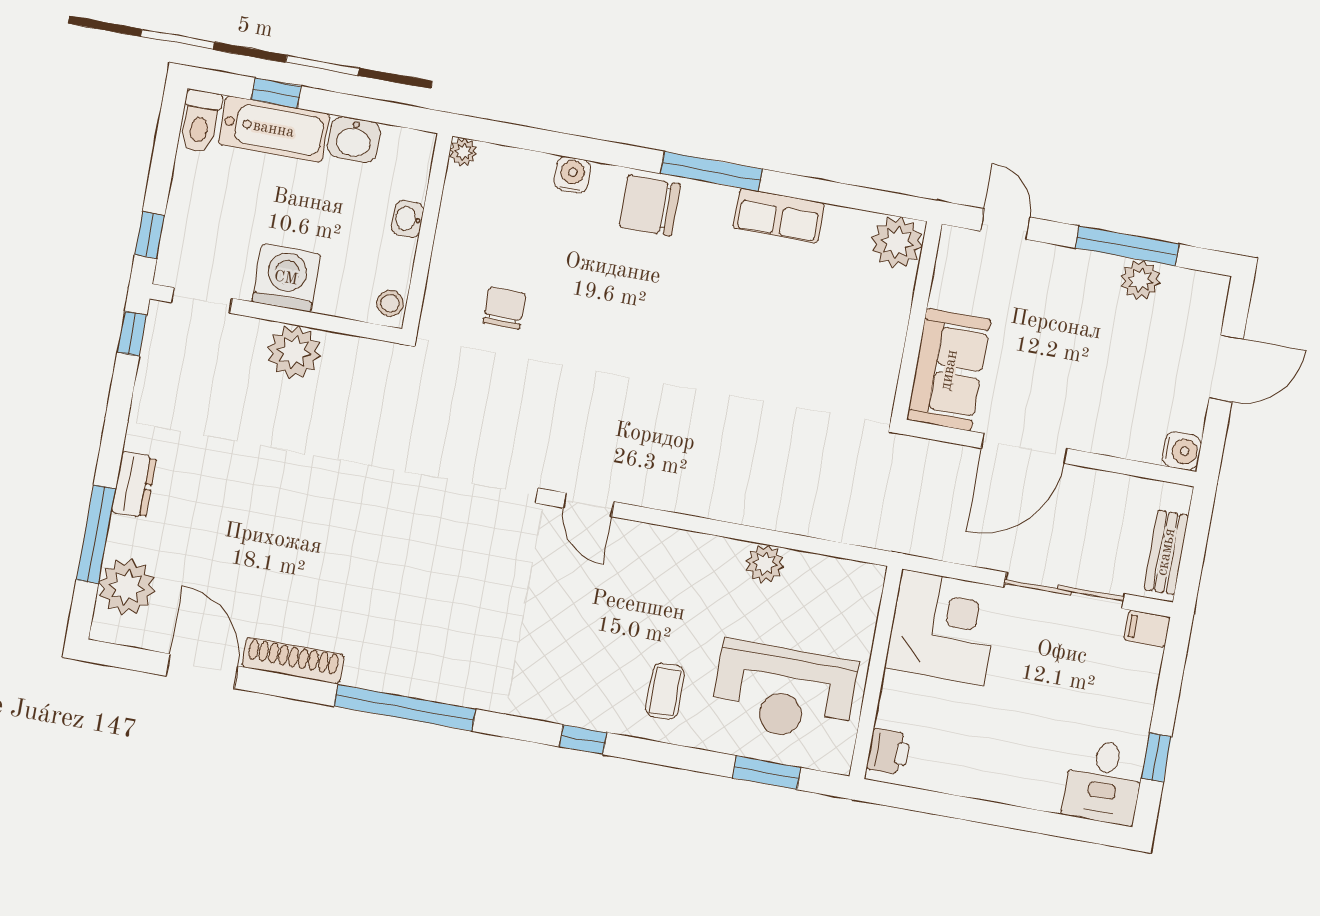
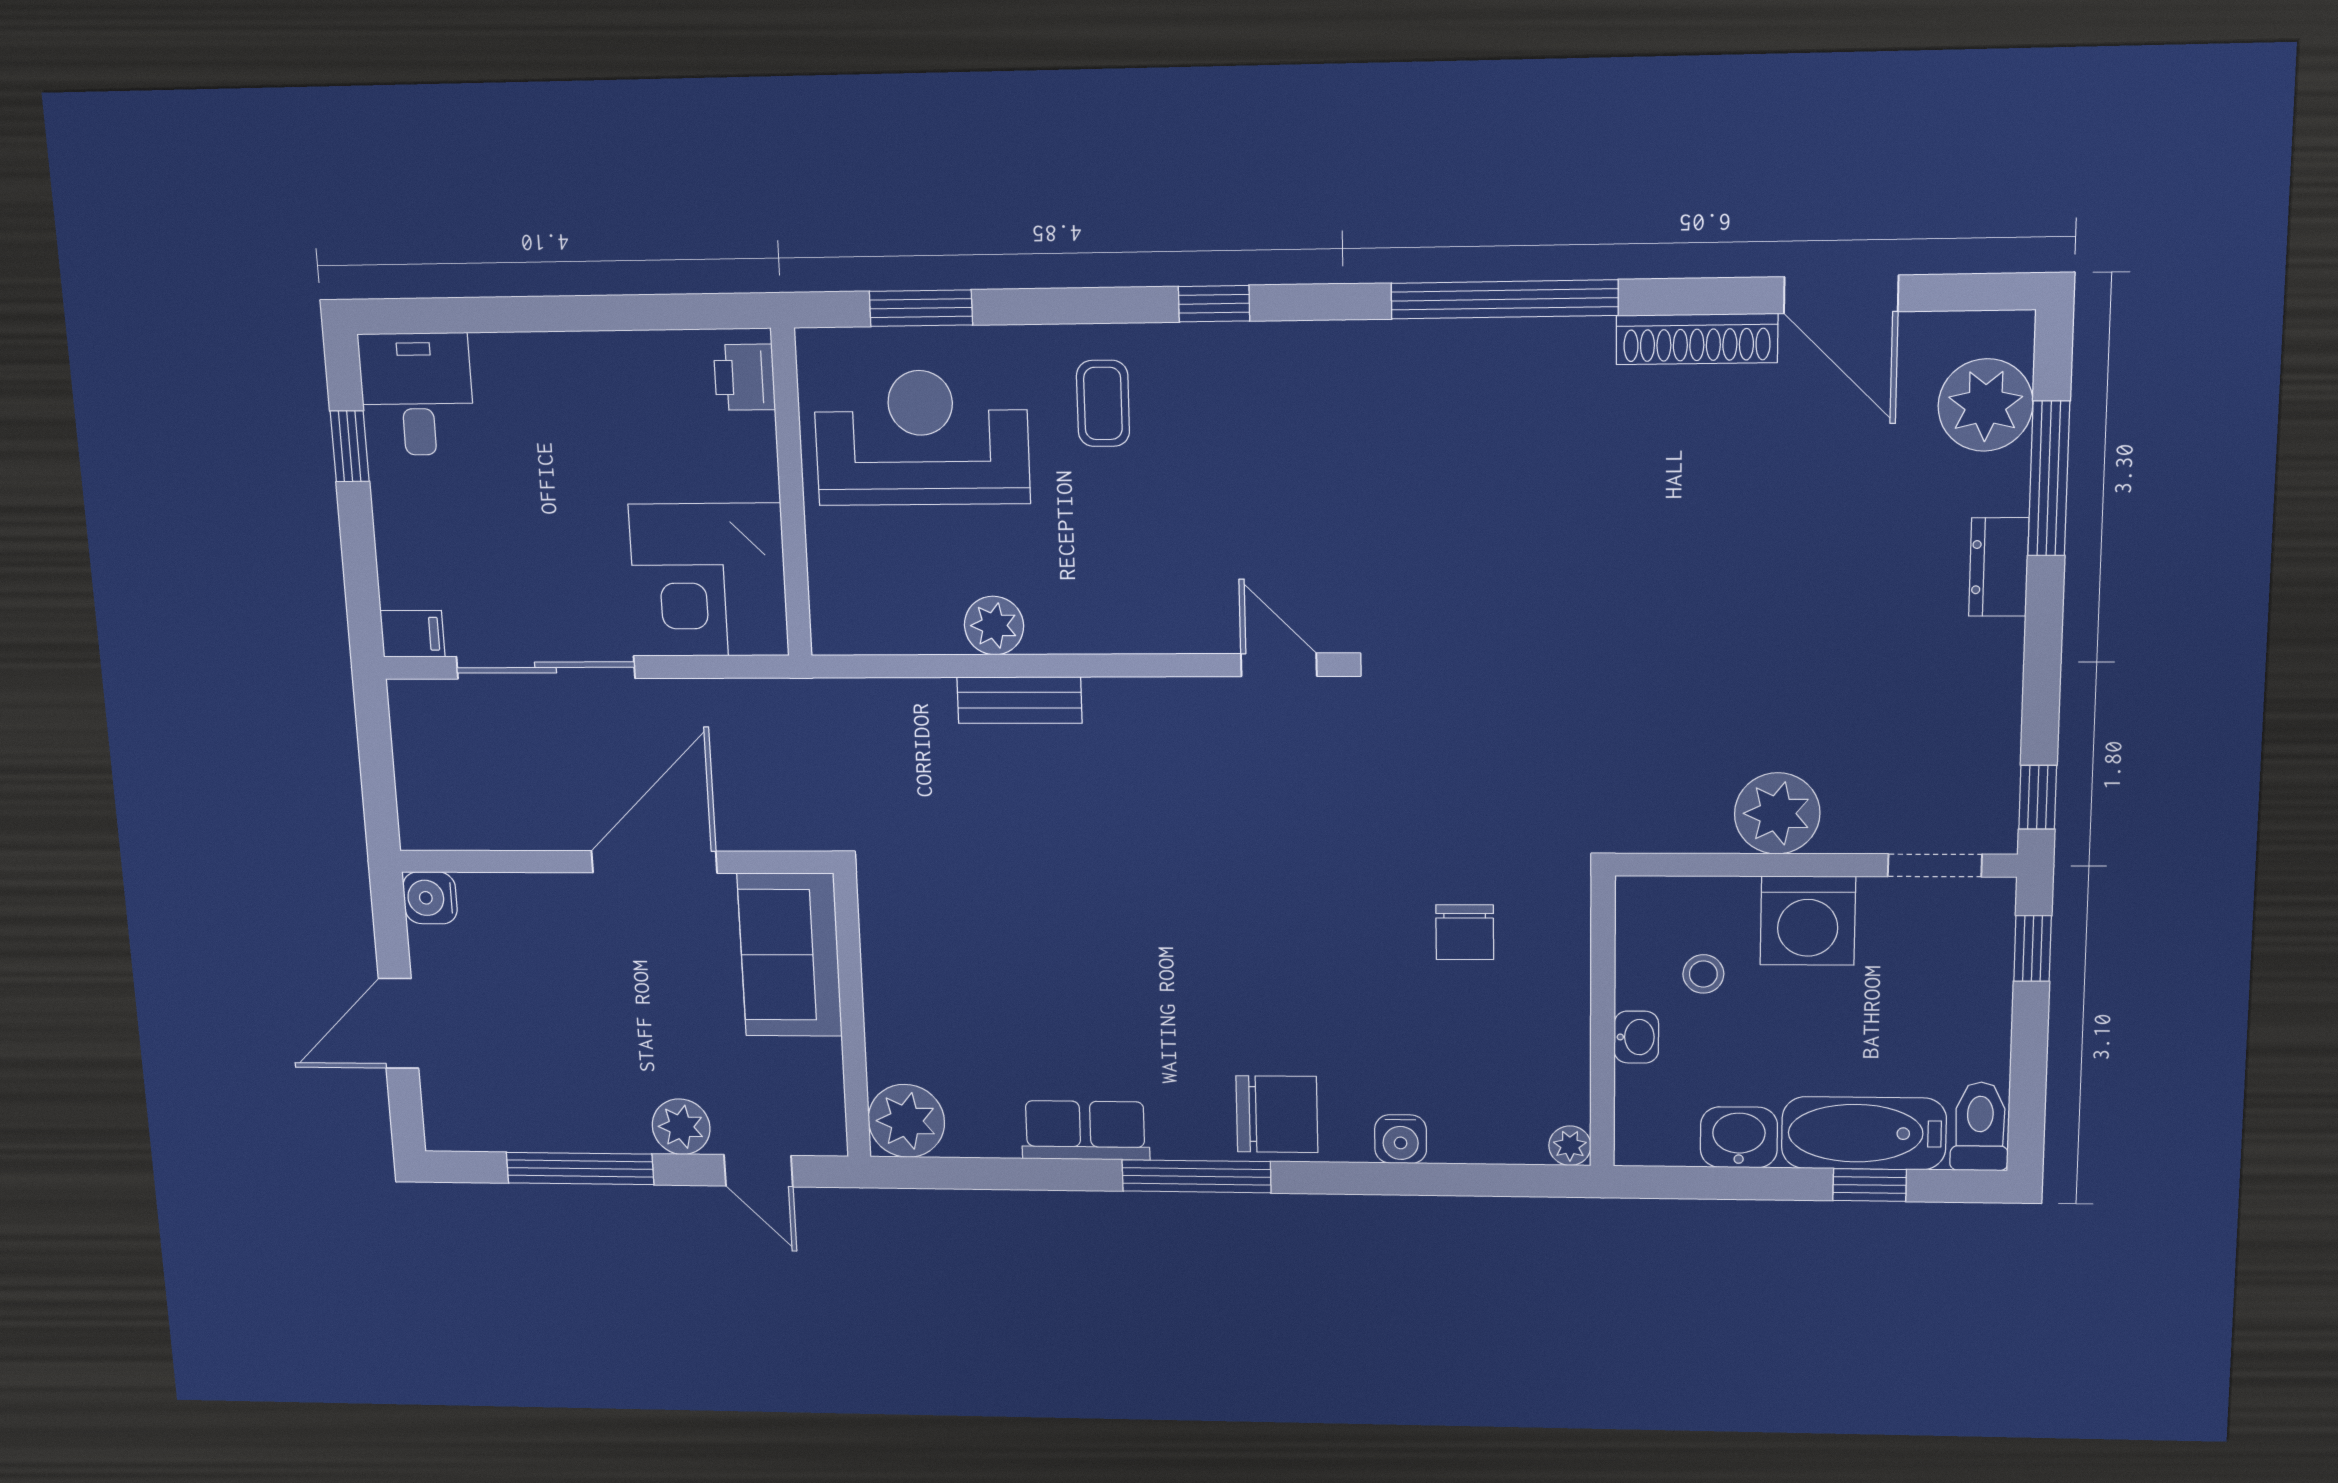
plant: (1140, 280) -> (681, 1127), moved
stool: (390, 303) -> (1703, 974), moved
bench: (1166, 552) -> (1019, 700), moved, turned 90

